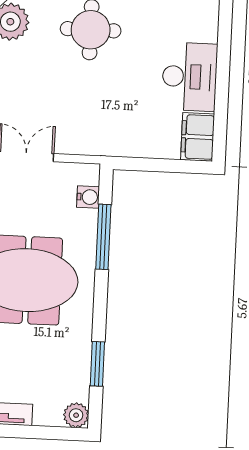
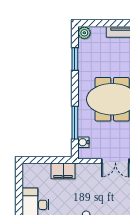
filing cabinet: (198, 137) -> (63, 171), moved, turned 90

